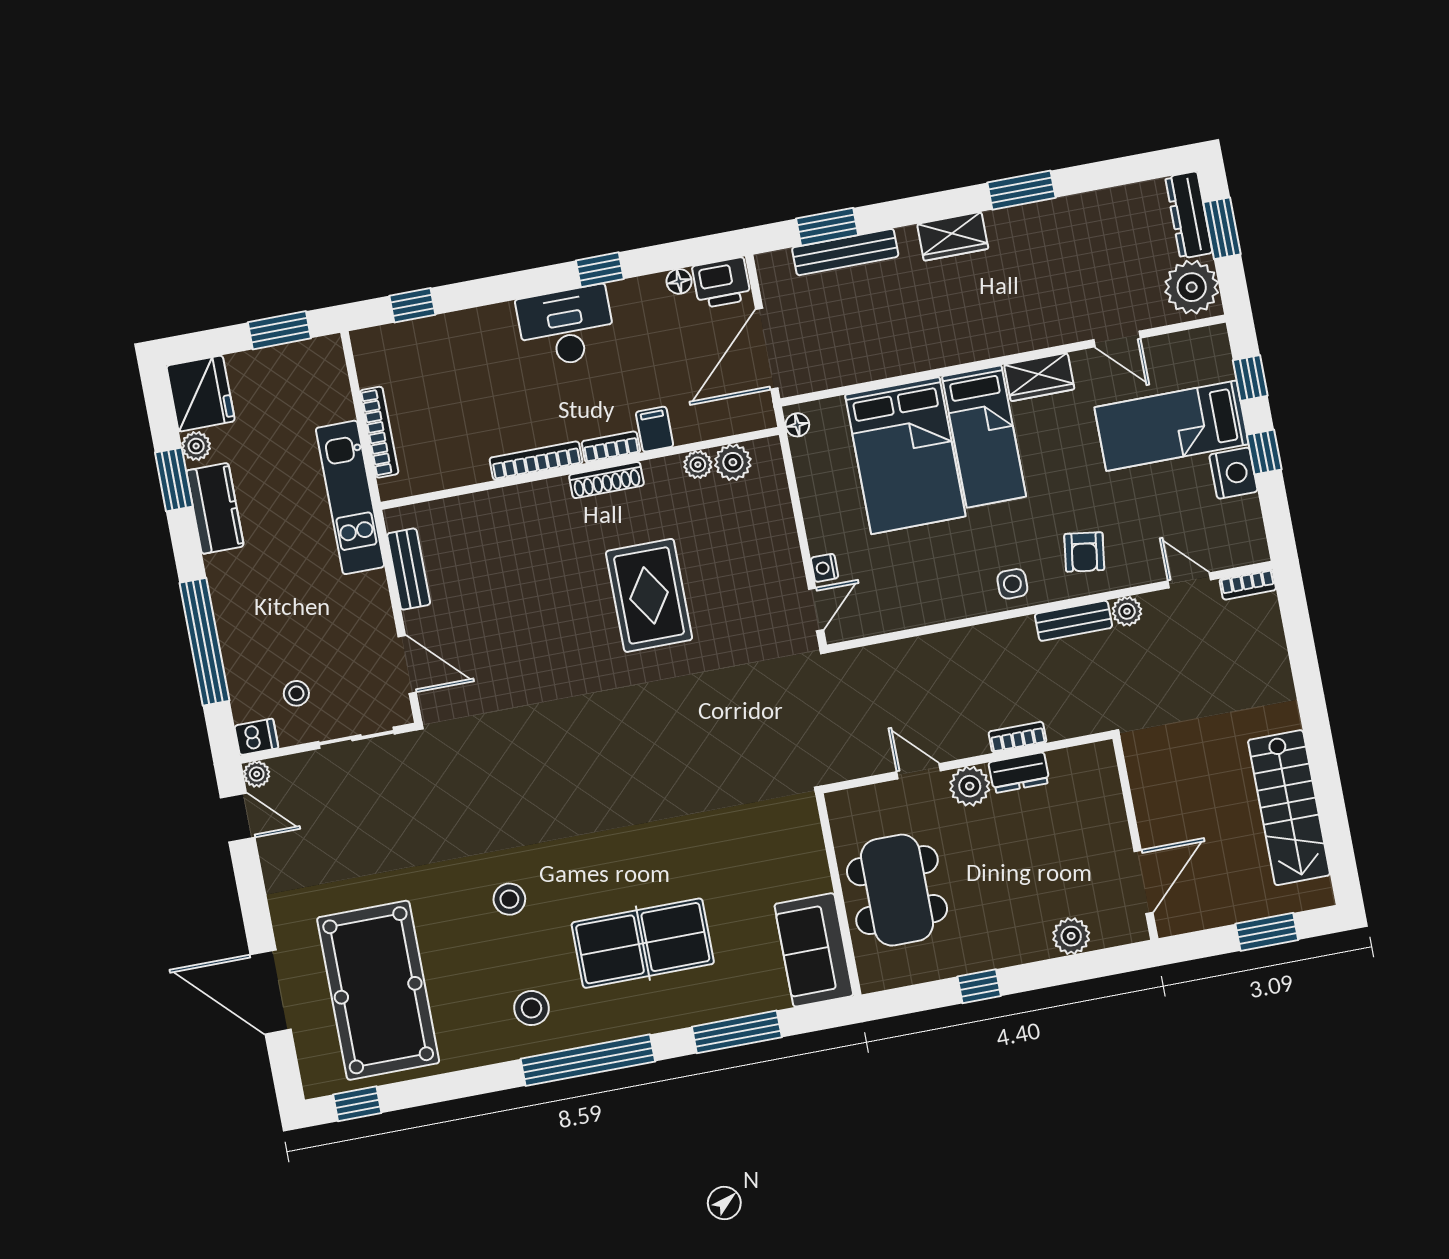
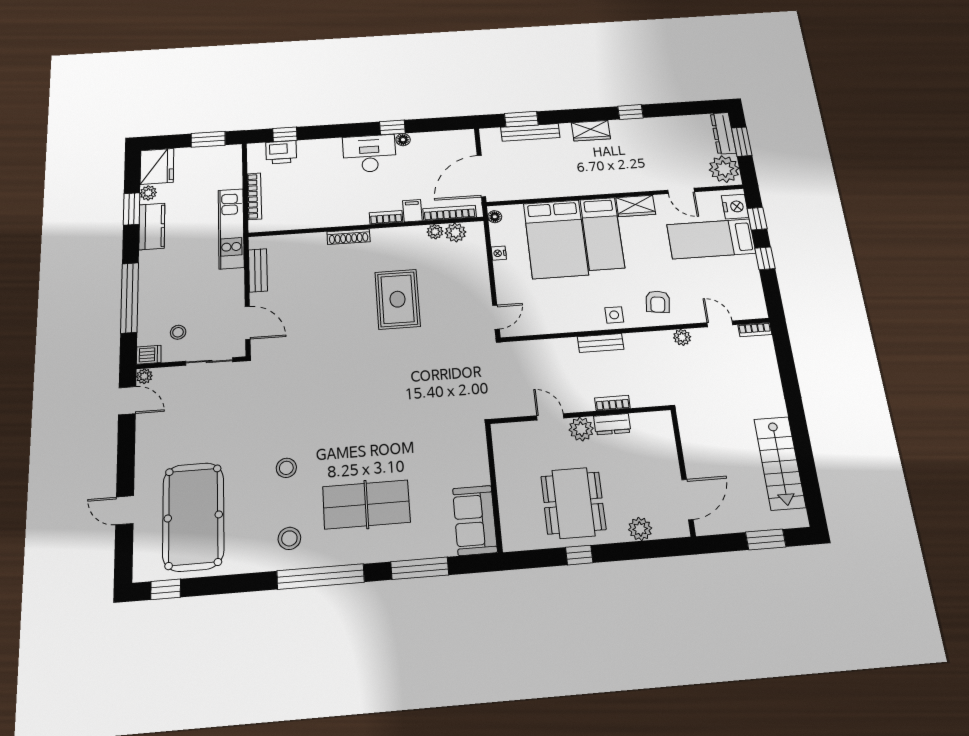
window: (1021, 190) -> (630, 112), width x0.67
floor lamp: (679, 281) -> (403, 140), moved
printer: (722, 283) -> (281, 152), moved
bookcase: (536, 461) -> (449, 213), moved
nightstand: (1233, 473) -> (735, 207), moved
shoe rack: (606, 480) -> (349, 237), moved
nightstand: (825, 568) -> (499, 253), moved
bench: (1073, 621) -> (601, 343), moved
dining table: (897, 890) -> (573, 503), moved
door: (271, 992) -> (125, 510), width x0.53

